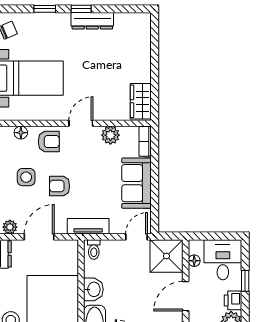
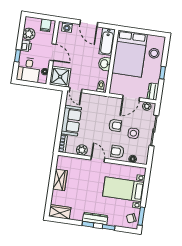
dresser: (92, 21) -> (95, 218), moved
wardrobe: (133, 23) -> (60, 212), added
wardrobe: (141, 101) -> (60, 180), moved
door: (81, 123) -> (98, 159), swing flipped
tv unit: (88, 226) -> (102, 100), removed
door: (136, 237) -> (76, 90), hinge flipped
door: (186, 296) -> (53, 52), hinge flipped

